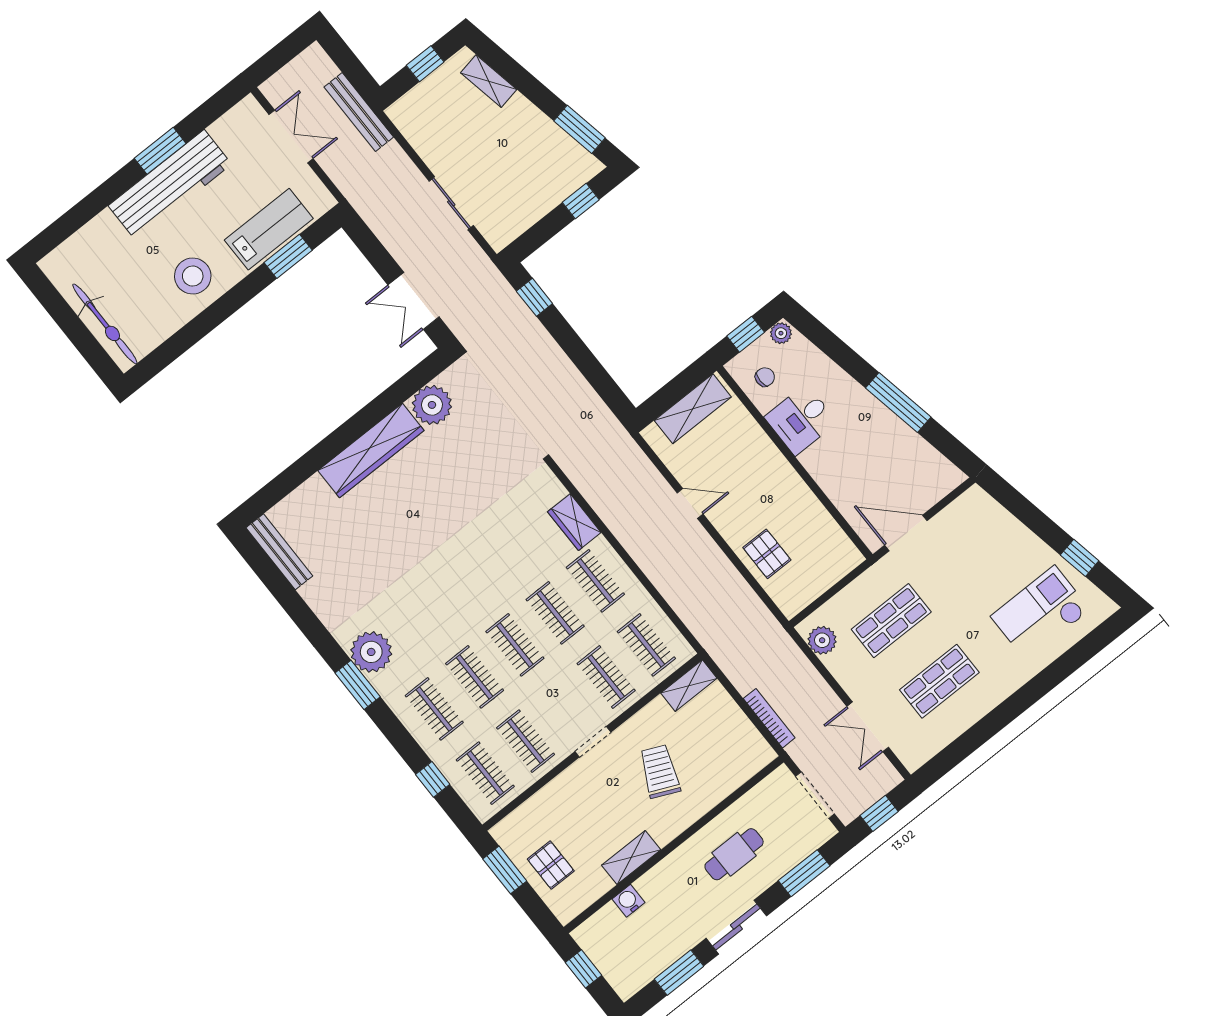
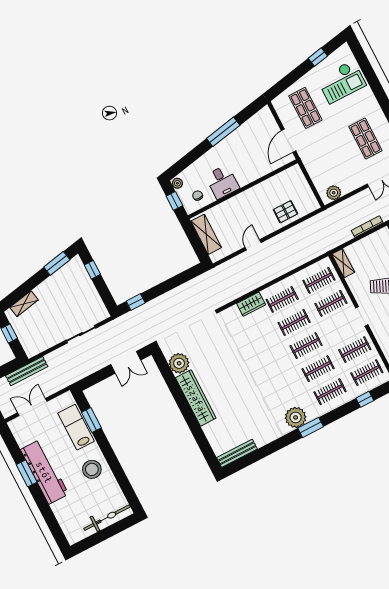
checkout: (1040, 613) -> (341, 82), turned -90
shop shelf: (891, 621) -> (305, 108), moved

